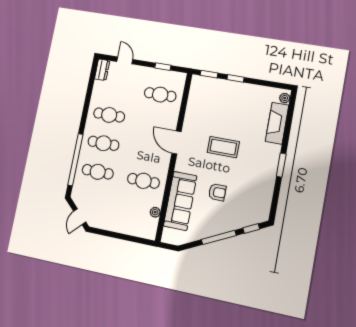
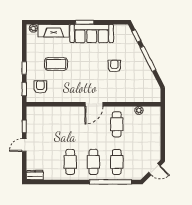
door: (125, 60) -> (24, 145), moved
armchair: (208, 94) -> (40, 87), added
cafe table: (160, 95) -> (47, 124), removed
door: (177, 142) -> (94, 104), moved
coffee table: (223, 147) -> (56, 64), moved, turned 90
sofa: (180, 201) -> (92, 34), moved, turned 180

